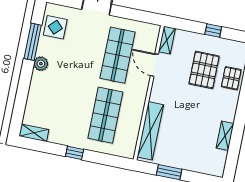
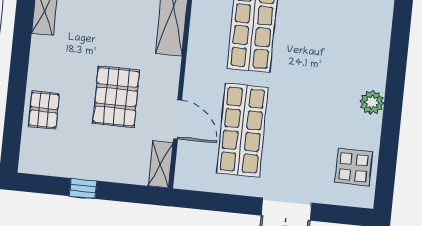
window: (33, 42) -> (390, 138), removed
pallet: (204, 70) -> (116, 97), moved

